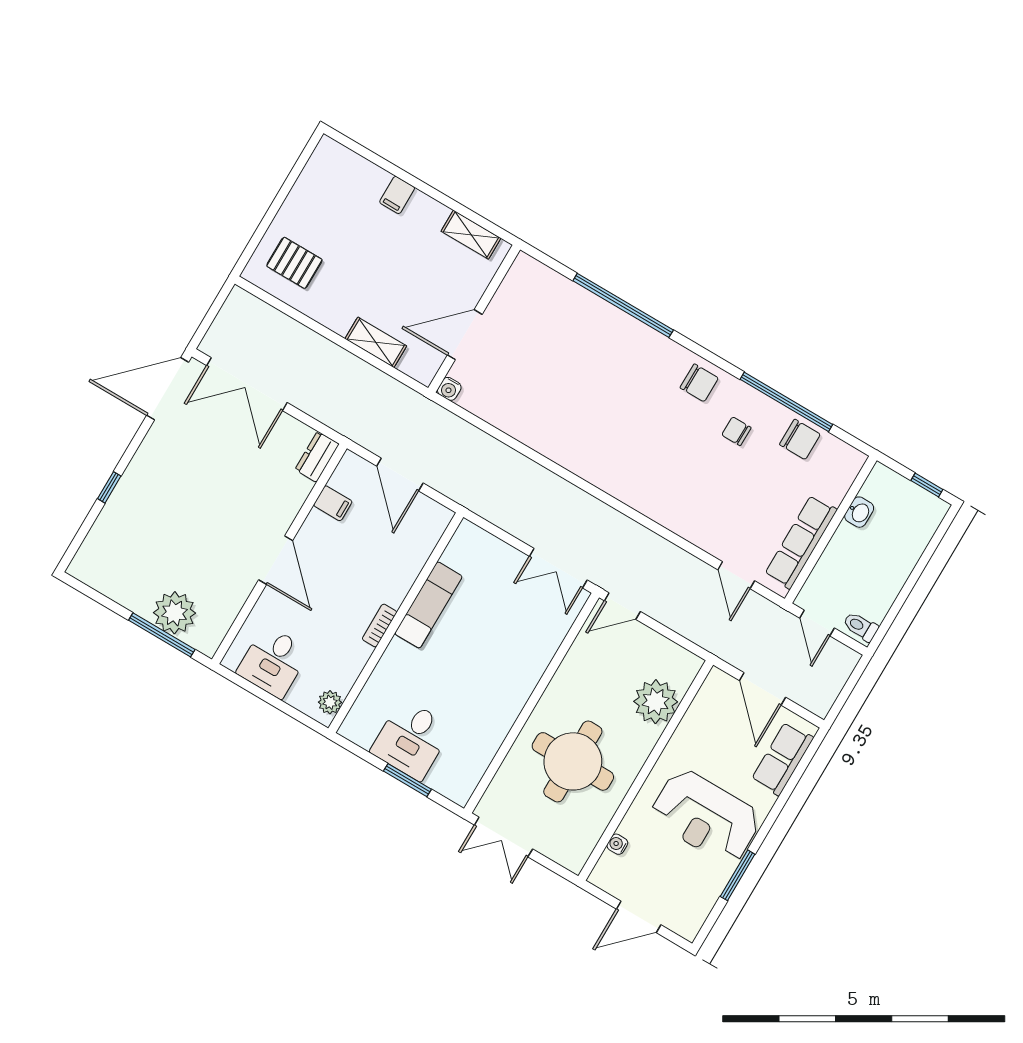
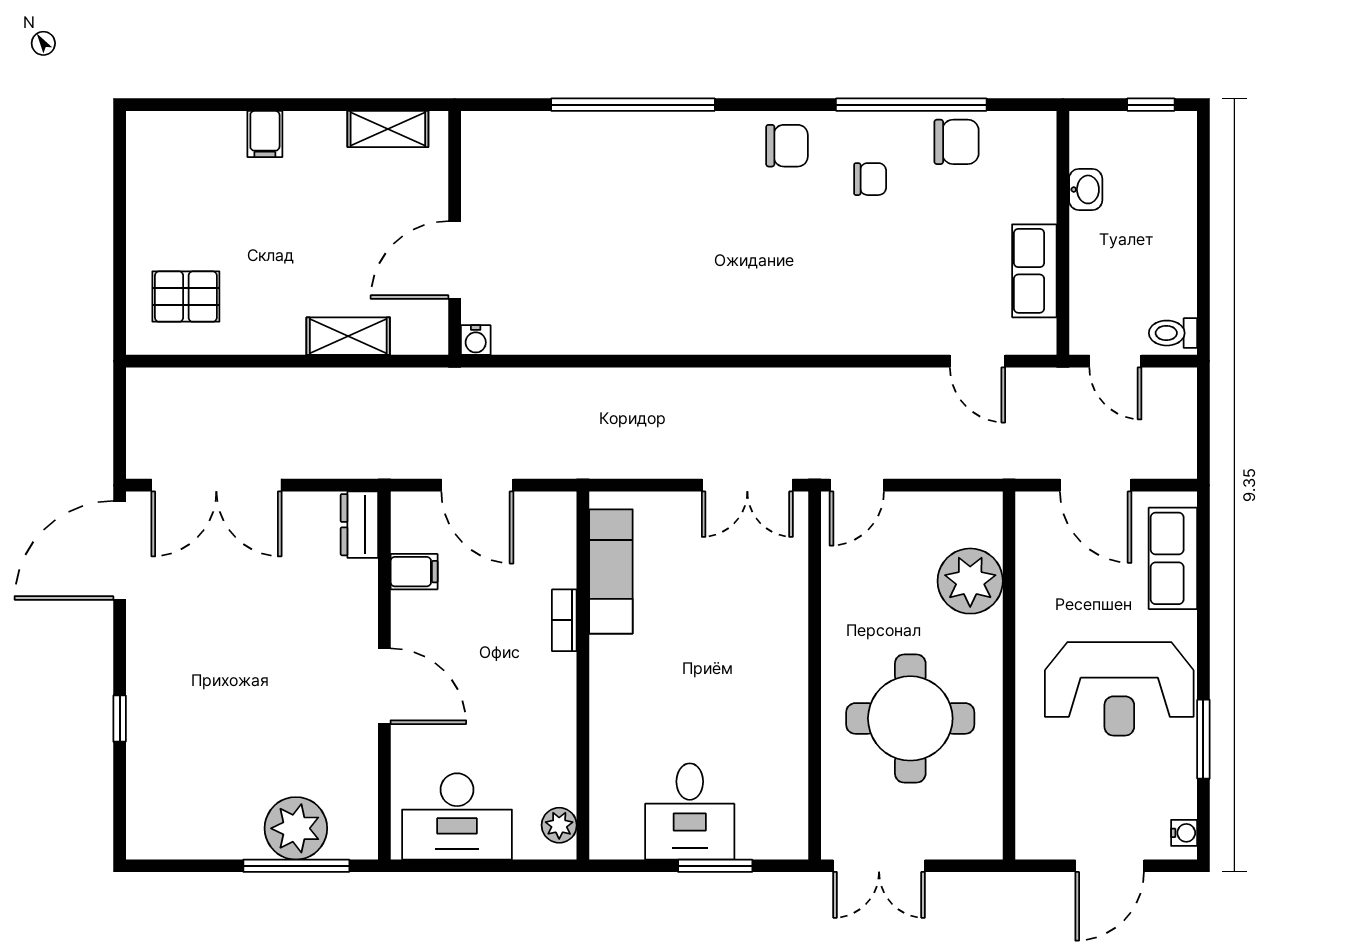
chair: (736, 431) -> (870, 179), turned 180
row of seats: (801, 542) -> (1034, 271), width x0.68
exam couch: (428, 605) -> (611, 571), moved
bookcase: (379, 625) -> (564, 620), moved
desk: (273, 662) -> (457, 816), width x1.37
water cooler: (617, 844) -> (1184, 833), moved, turned 180

